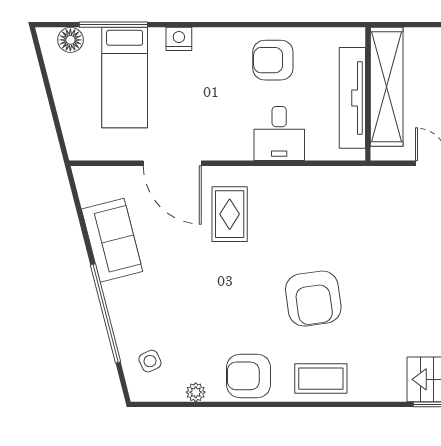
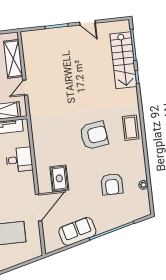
rug: (230, 214) -> (59, 178), turned 90
side table: (150, 361) -> (131, 208), removed
armchair: (249, 376) -> (112, 184), moved

